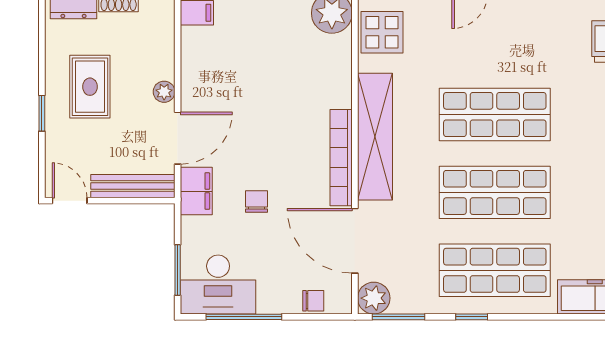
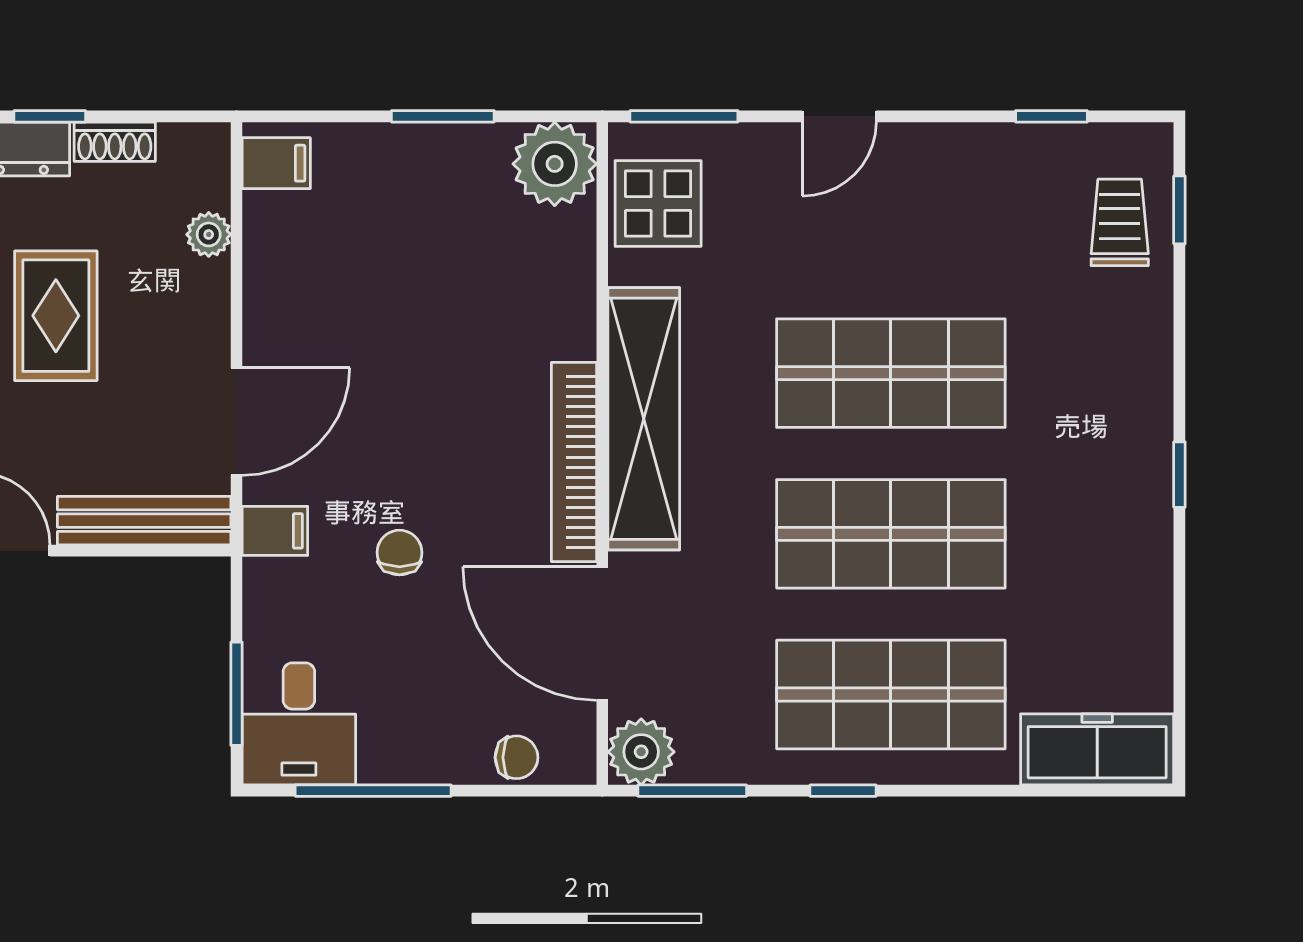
plant: (164, 92) -> (209, 234), moved
filing cabinet: (196, 191) -> (275, 531), width x0.50
desk: (218, 285) -> (299, 724), width x0.73

